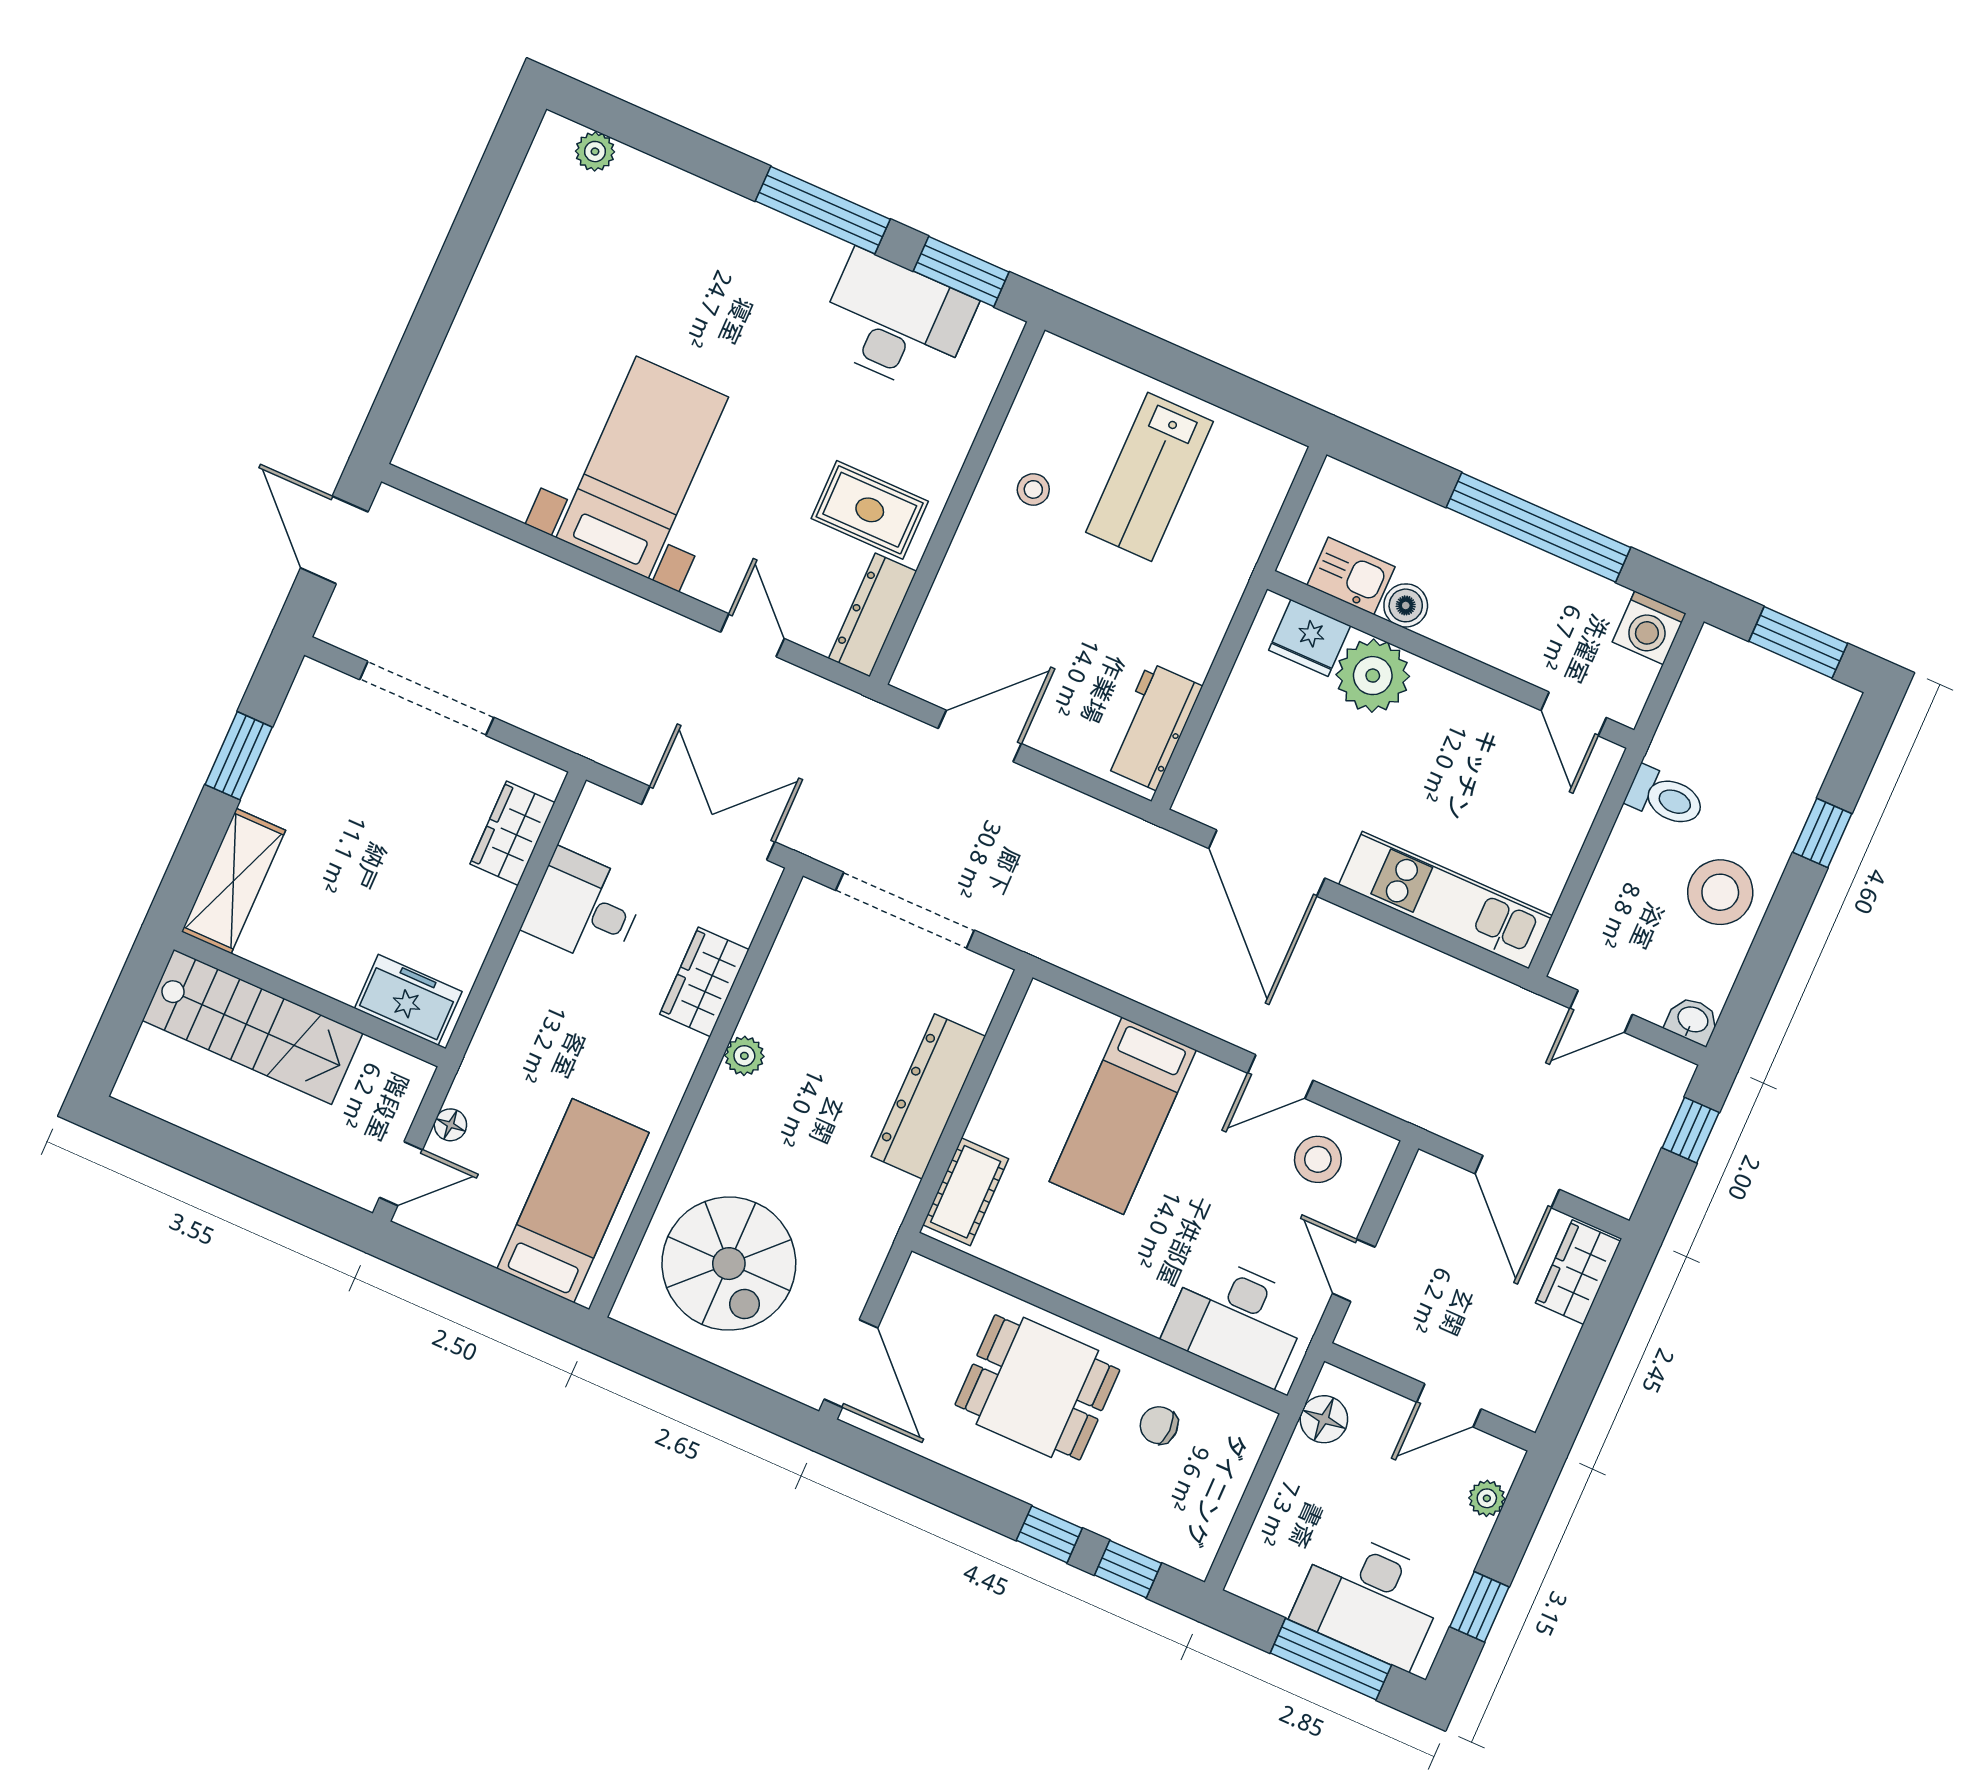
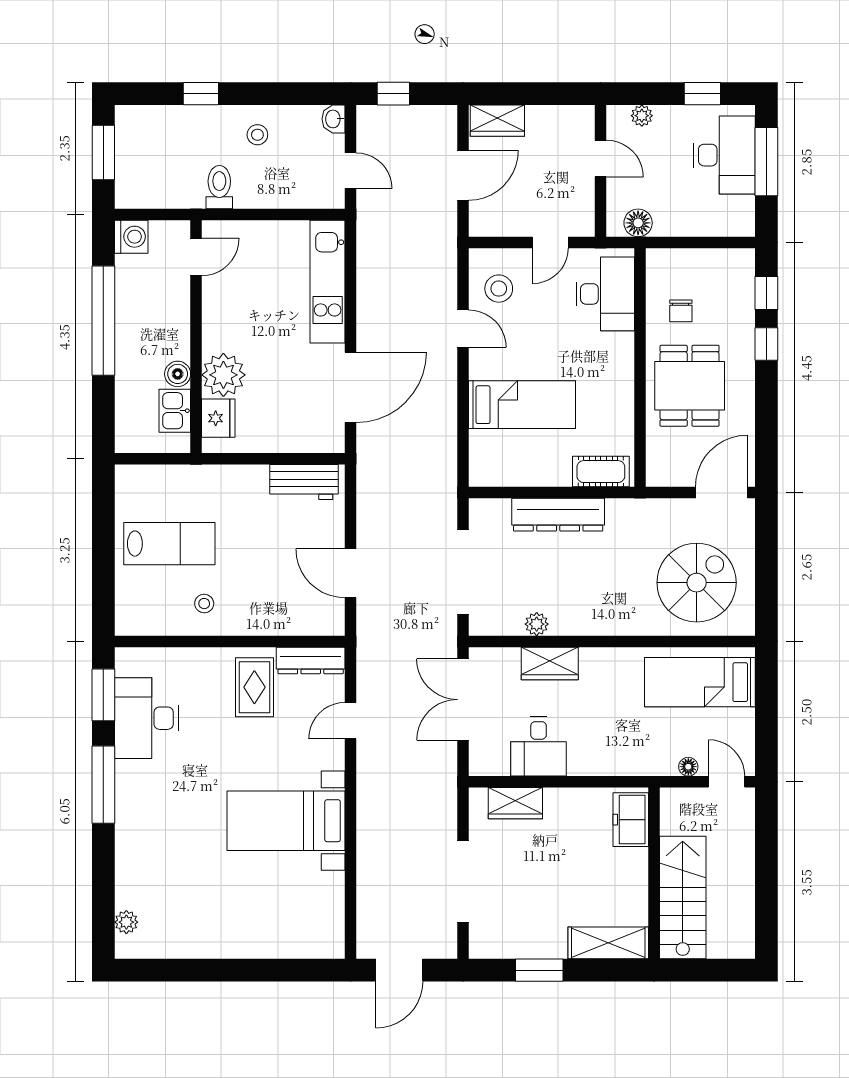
stool: (1720, 892) -> (257, 135), width x0.53, depth x0.53
plant: (744, 1056) -> (537, 624), moved

